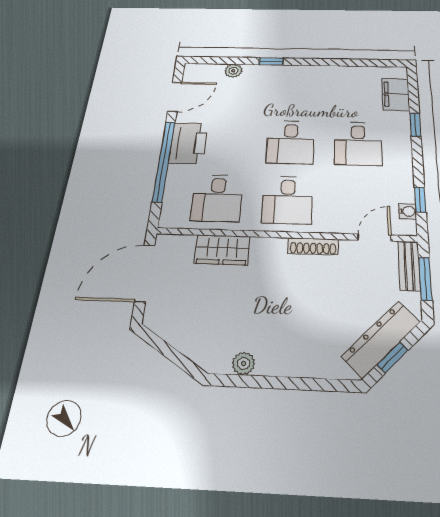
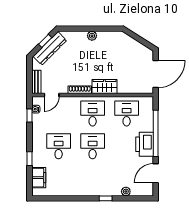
wardrobe: (222, 250) -> (104, 87), moved
window: (425, 279) -> (30, 76), removed
plant: (244, 363) -> (92, 36), moved

